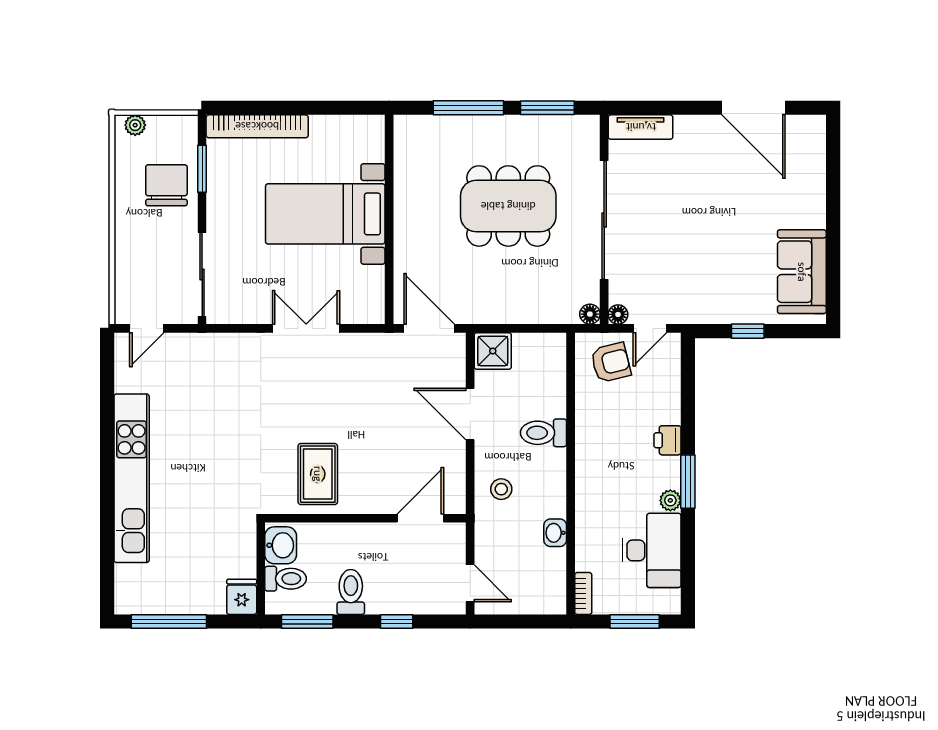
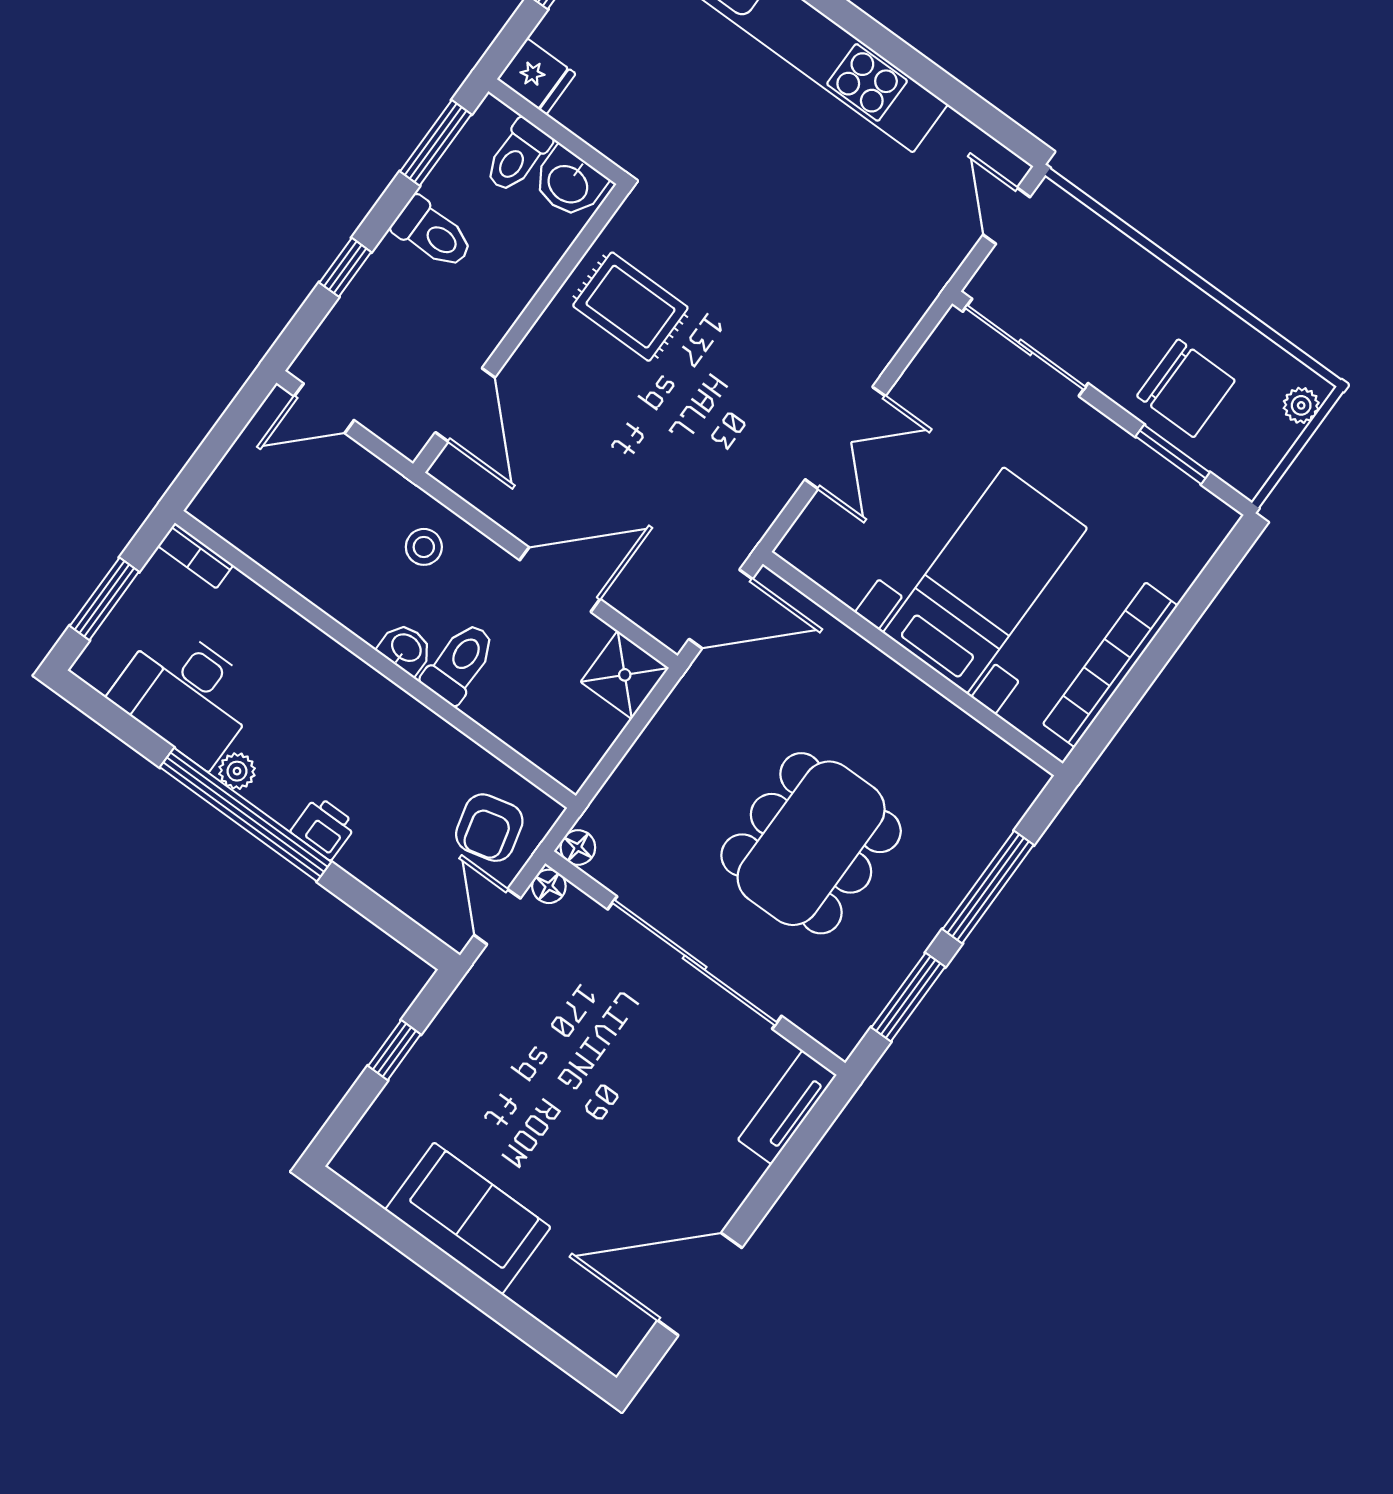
bookcase: (257, 126) -> (1110, 665), moved
sofa: (802, 272) -> (468, 1218), moved
window: (688, 482) -> (245, 815), width x2.11
washbasin: (555, 533) -> (406, 649), moved

